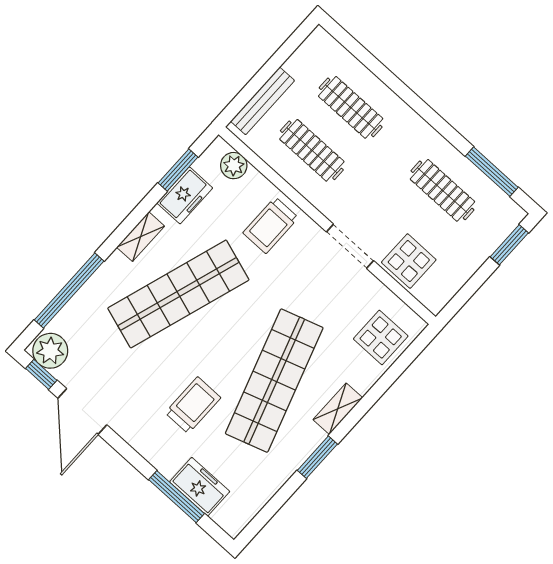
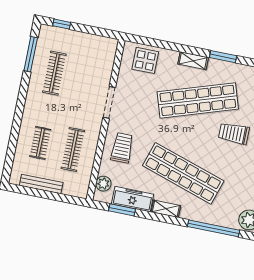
bench: (263, 101) -> (41, 184), moved
clothes rail: (351, 107) -> (40, 143), width x0.73
freezer: (185, 195) -> (133, 199), width x1.40
trolley: (271, 225) -> (122, 148), turned -90
window: (509, 245) -> (62, 24), width x0.67
display table: (409, 261) -> (99, 69), removed

